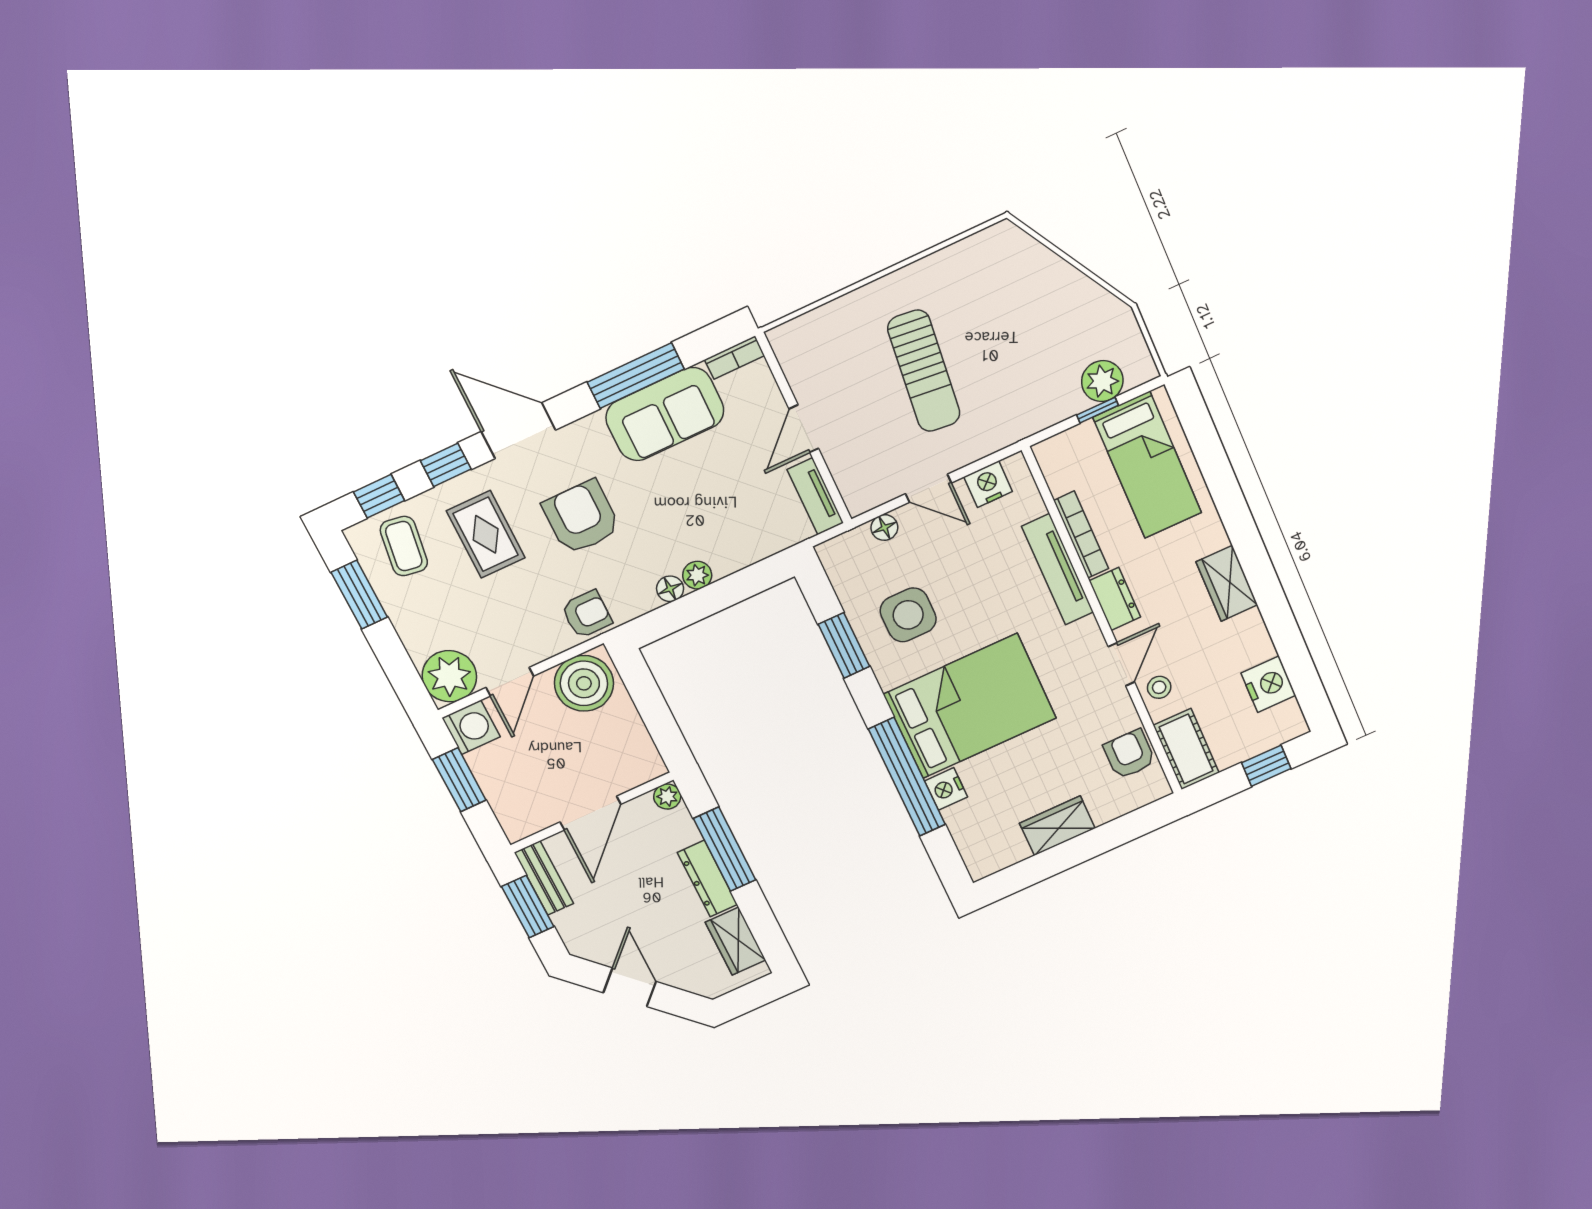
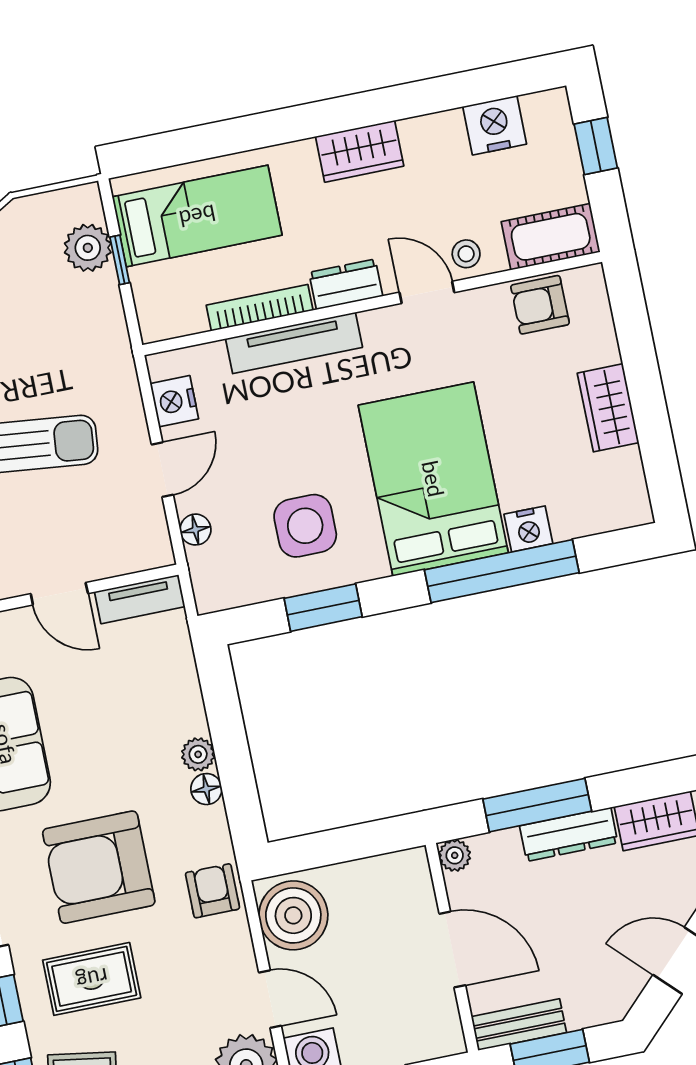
armchair: (581, 517) -> (99, 867), width x1.36, depth x1.36

